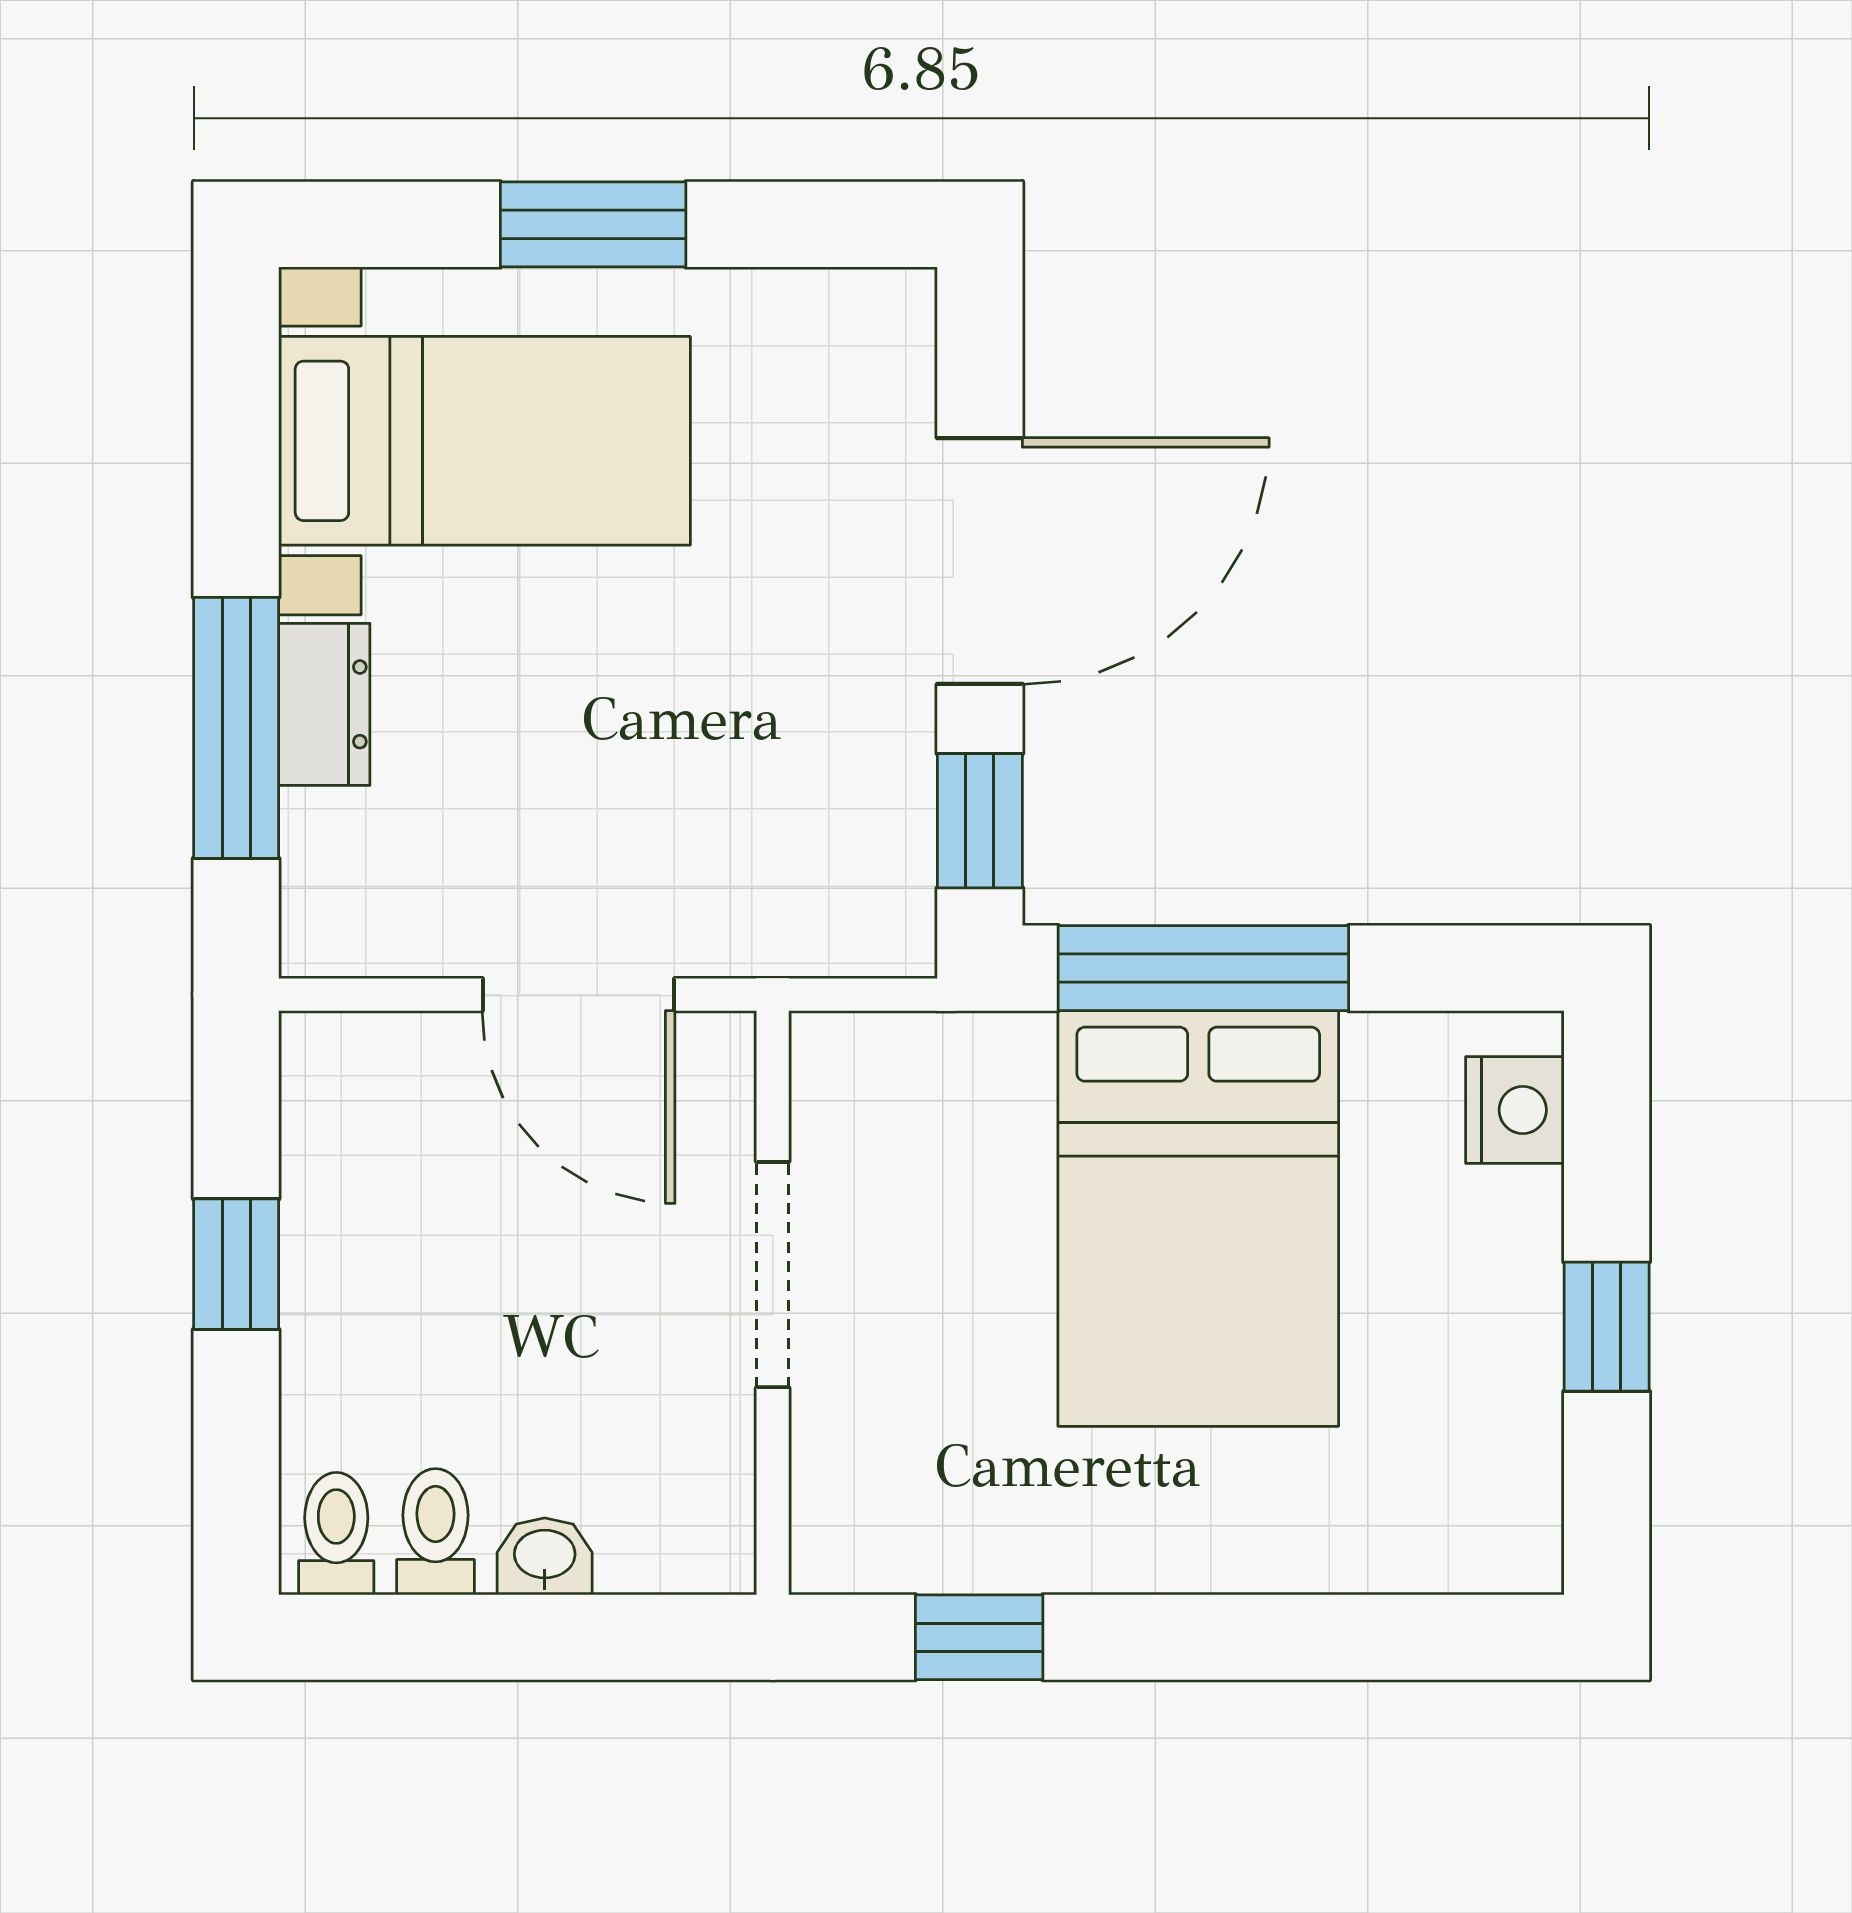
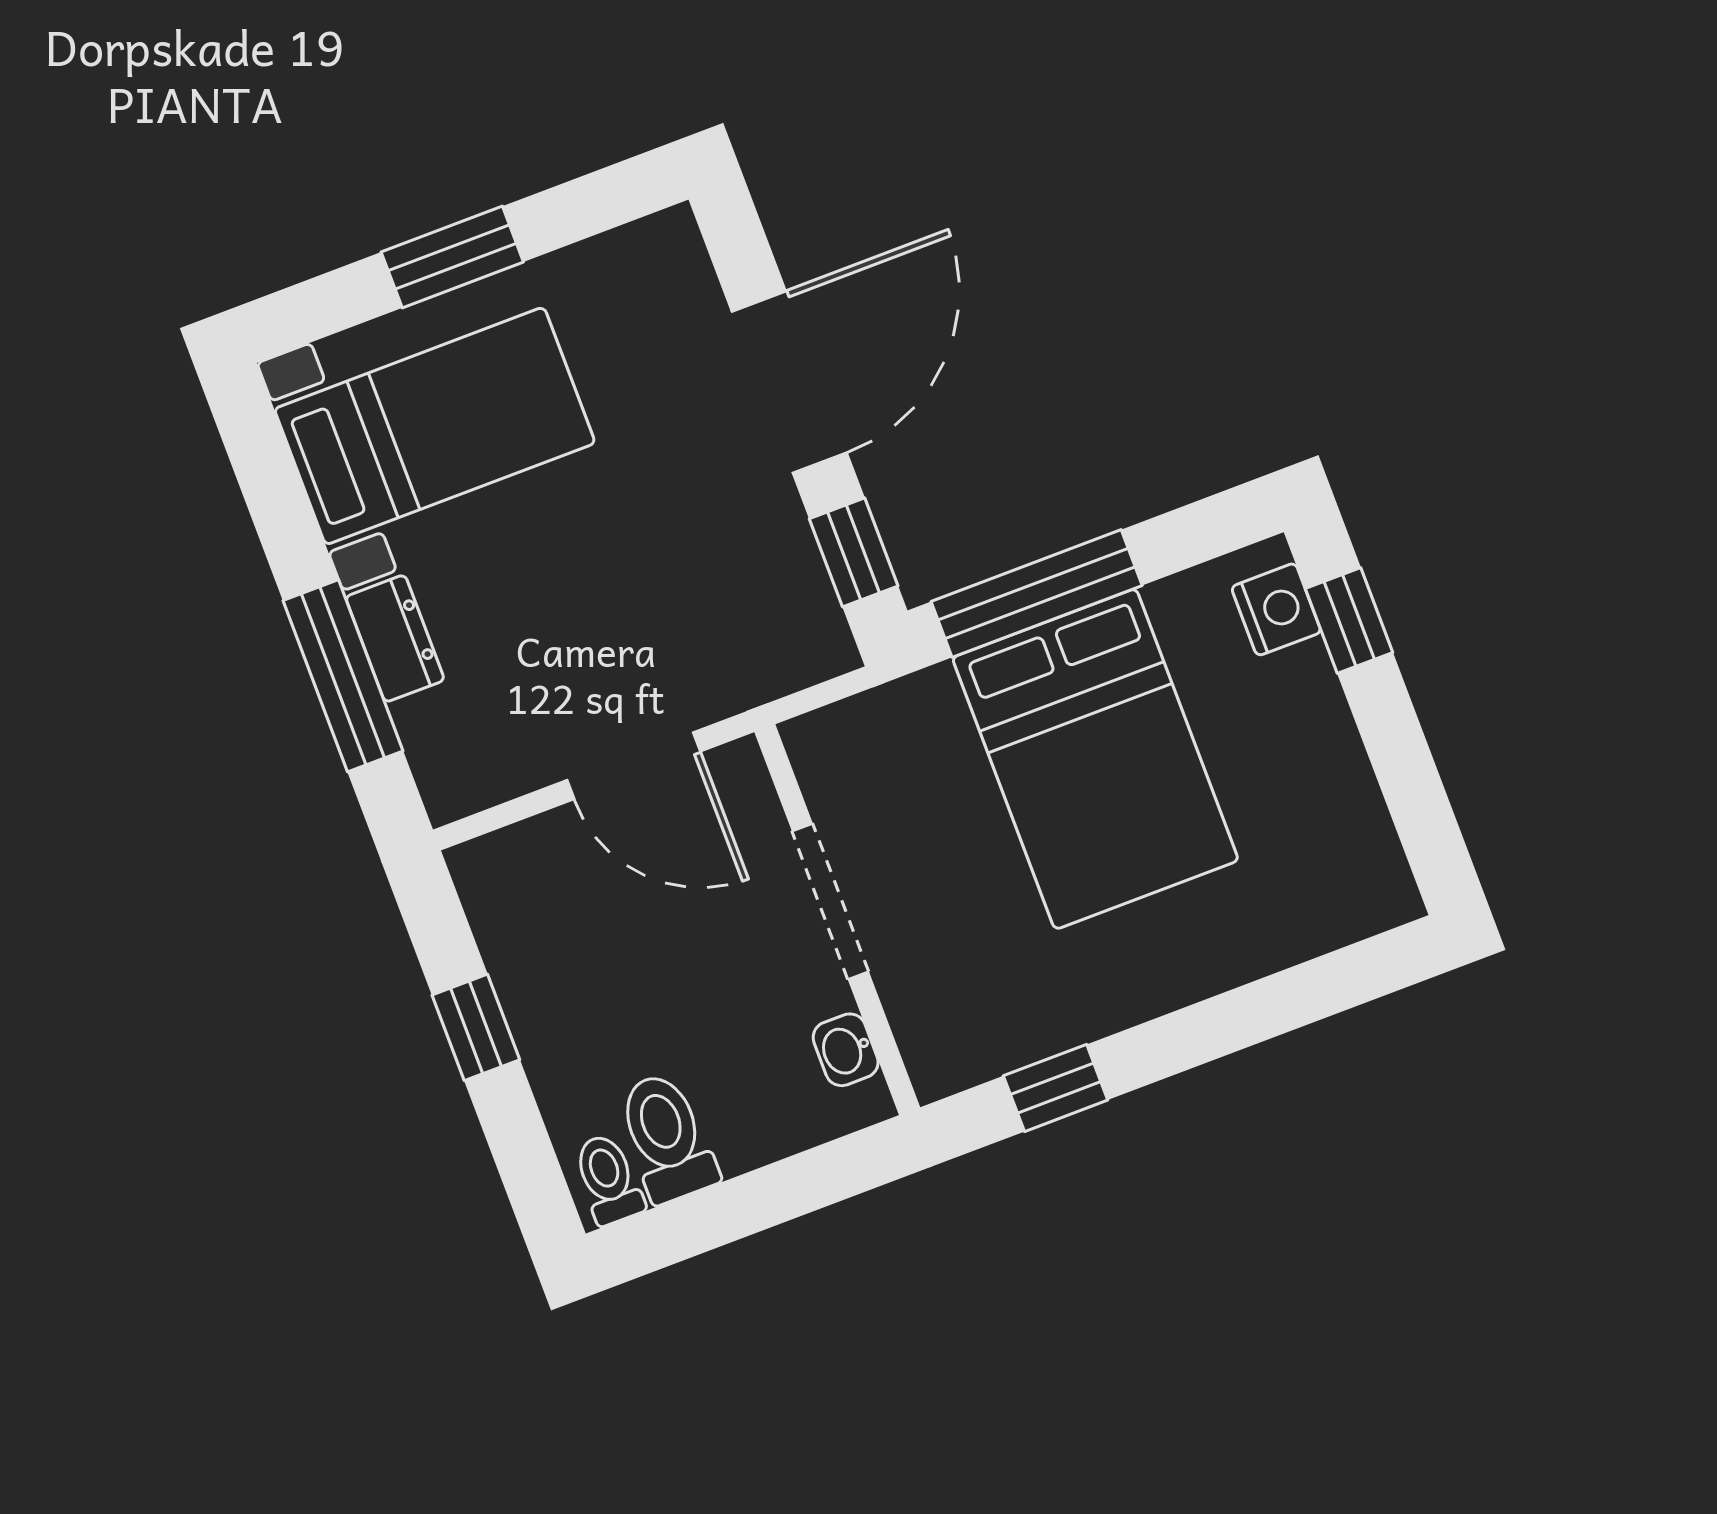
window: (1607, 1327) -> (1349, 621), moved
toilet: (436, 1532) -> (667, 1137), width x1.37, depth x1.39
washbasin: (545, 1556) -> (846, 1050), moved, turned -90

